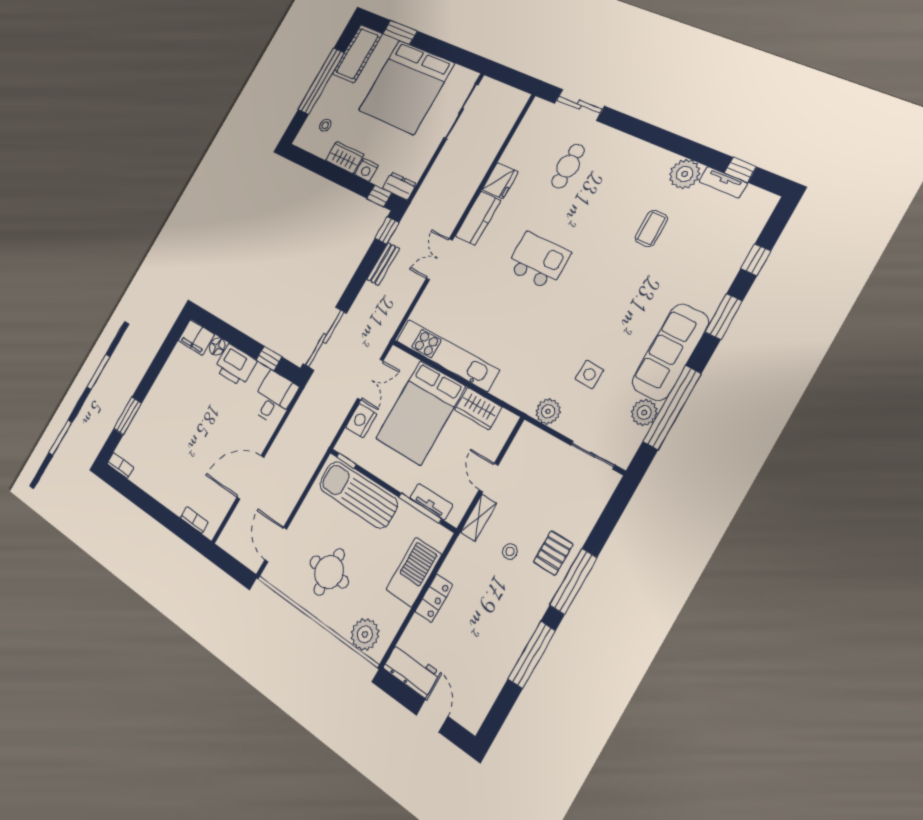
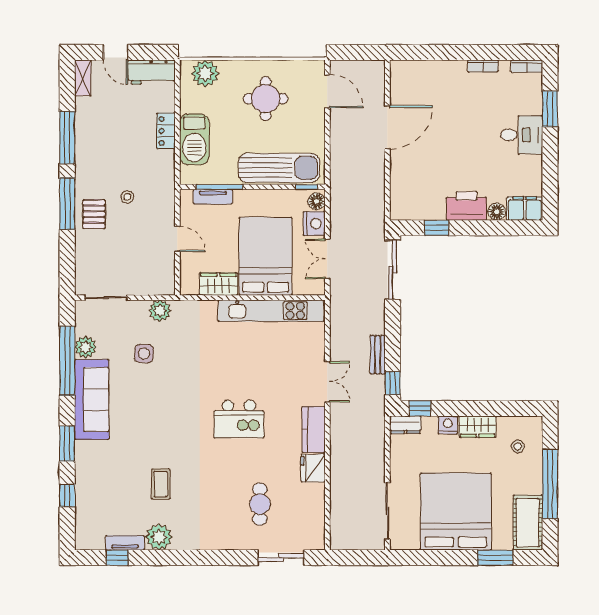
desk: (274, 397) -> (522, 135), moved, turned -90
floor lamp: (347, 441) -> (317, 201), added
shelving: (479, 518) -> (83, 78), moved
bookcase: (194, 520) -> (483, 66), moved

